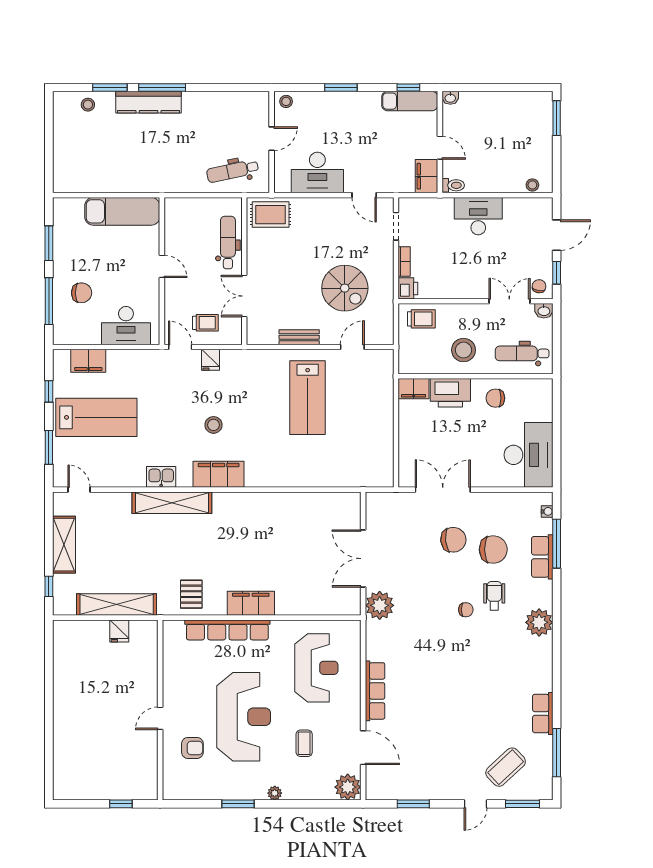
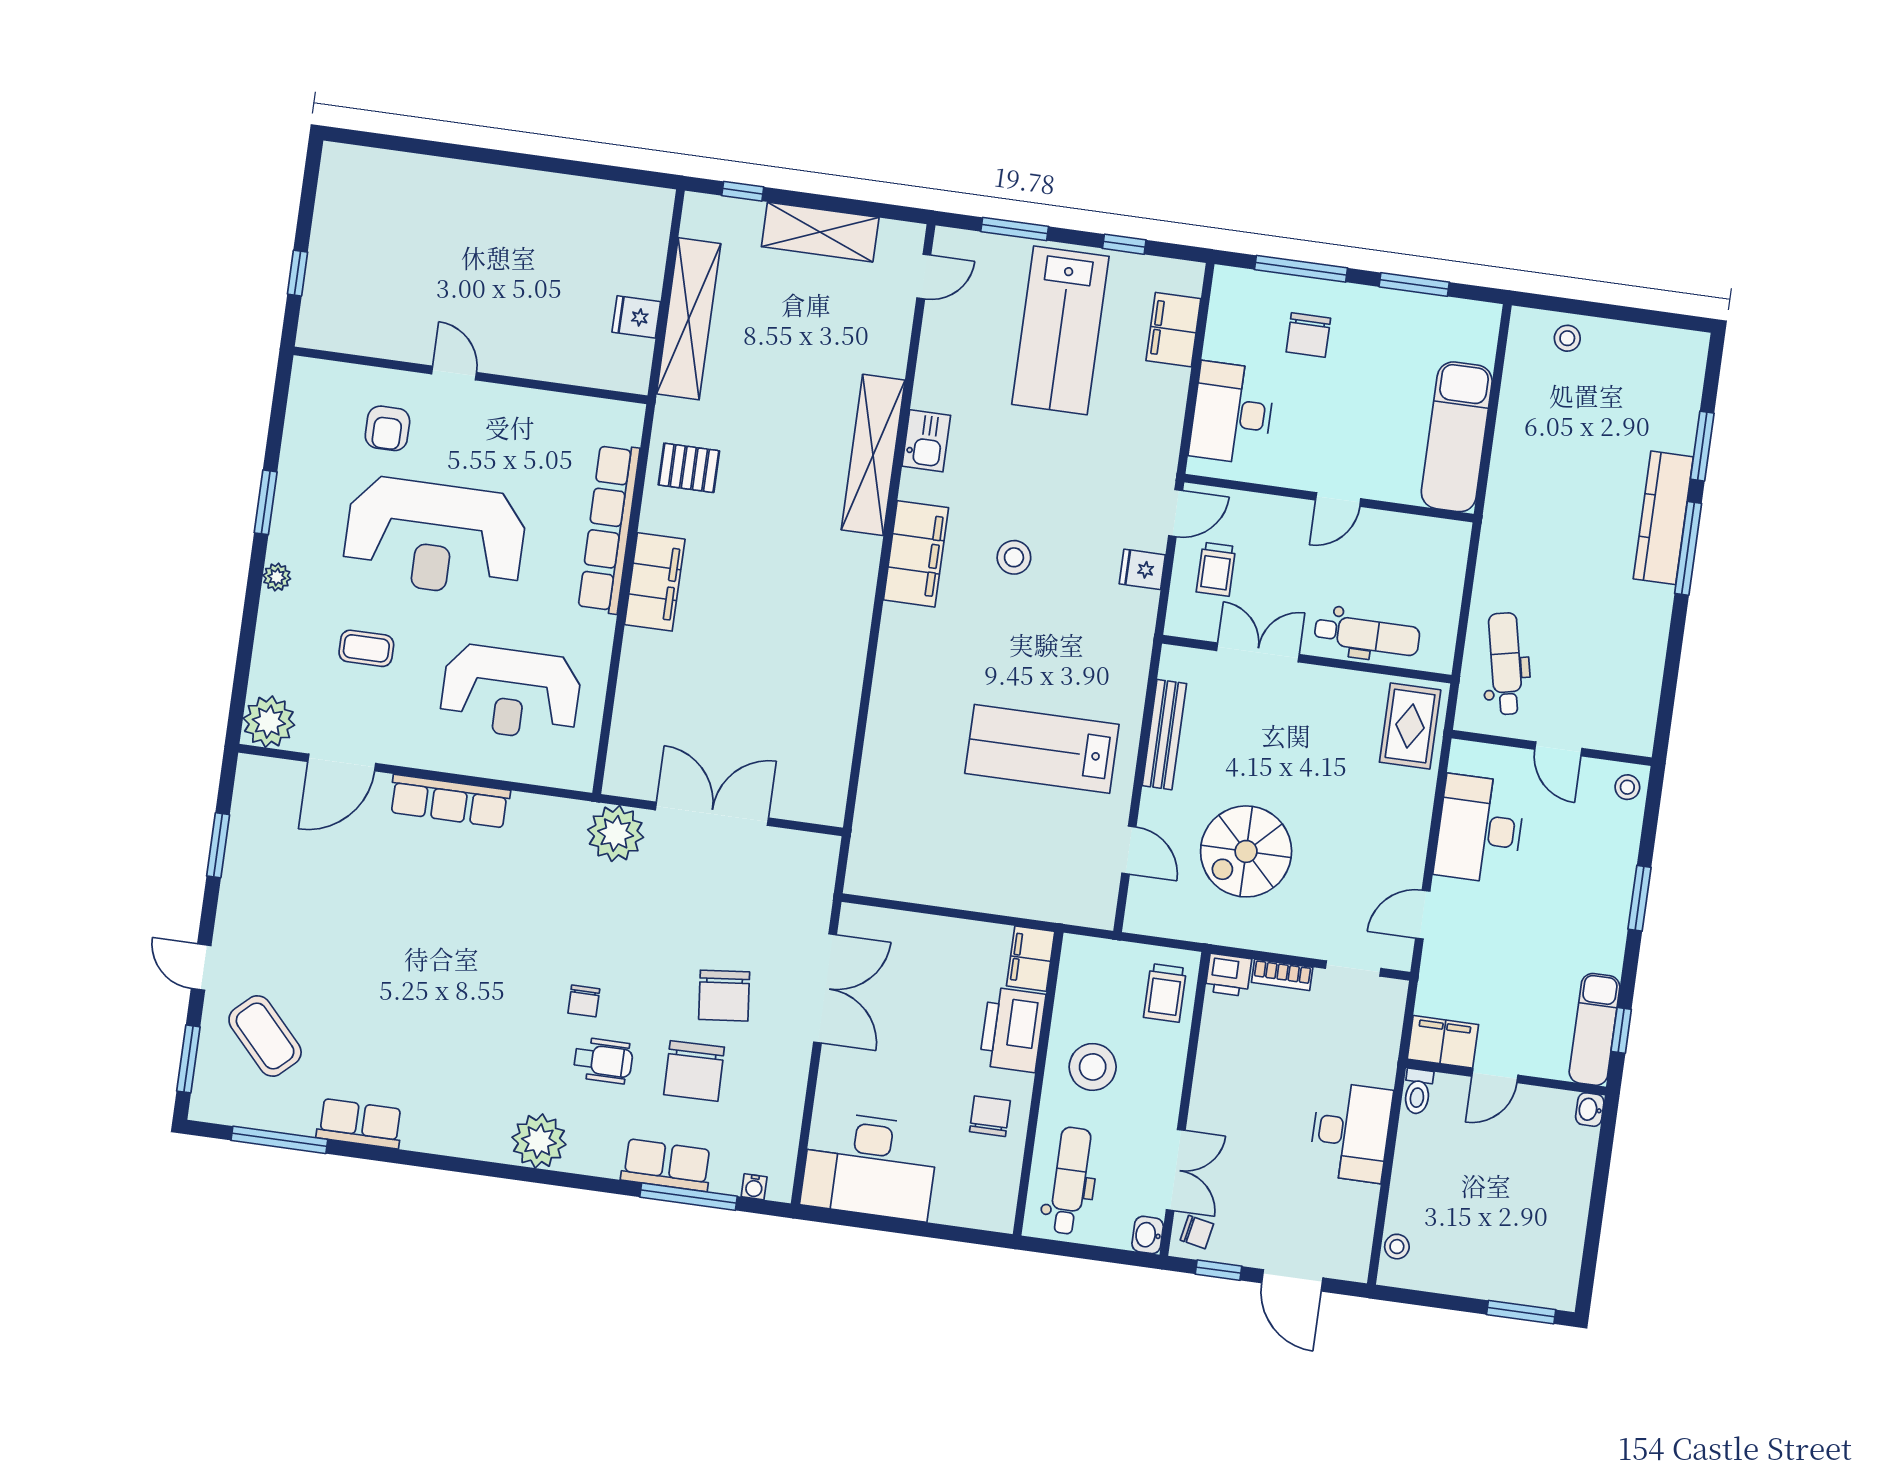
stool: (88, 105) -> (1567, 338), moved
bench: (299, 337) -> (1164, 735), width x1.36

